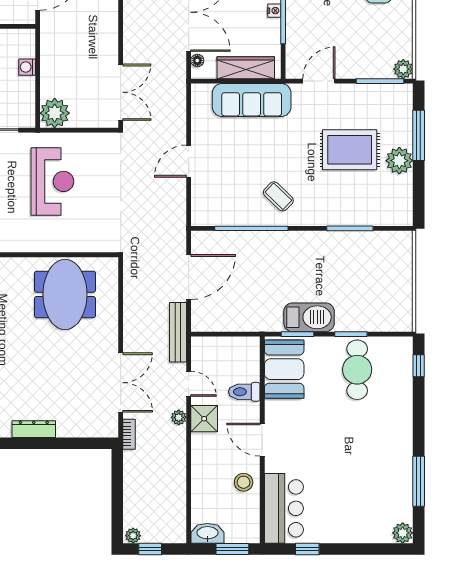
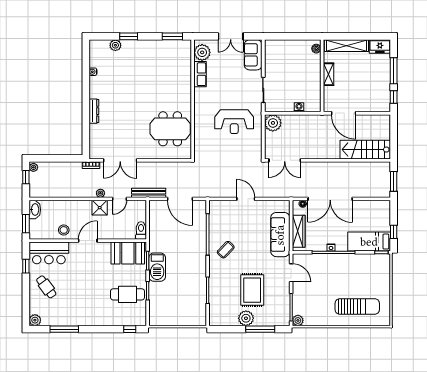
toilet: (244, 392) -> (141, 230), moved
cafe table: (344, 513) -> (46, 287), added

